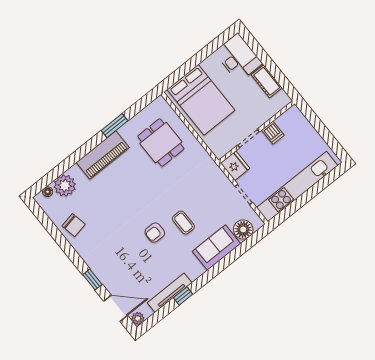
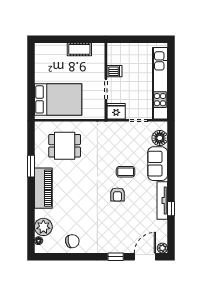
desk: (238, 58) -> (51, 55), removed
tv unit: (170, 293) -> (162, 201), moved

